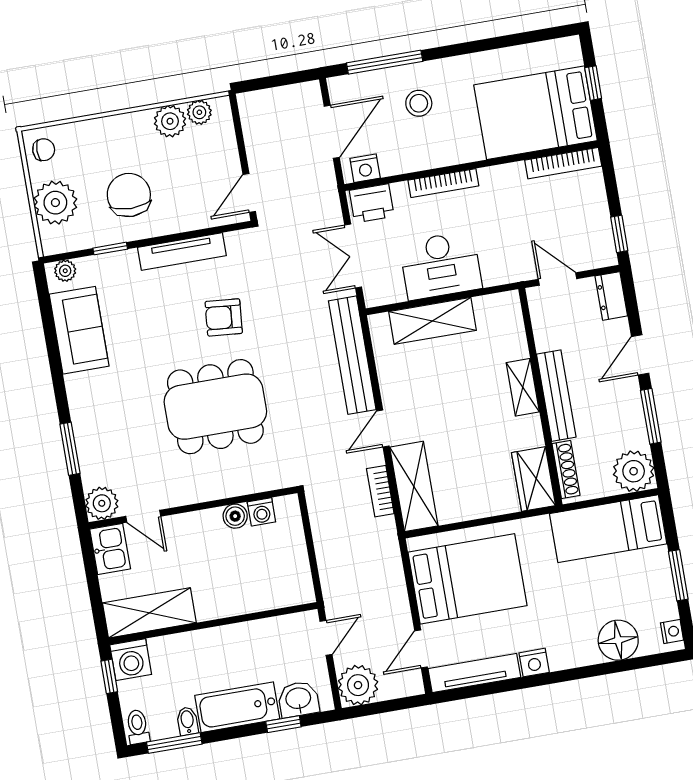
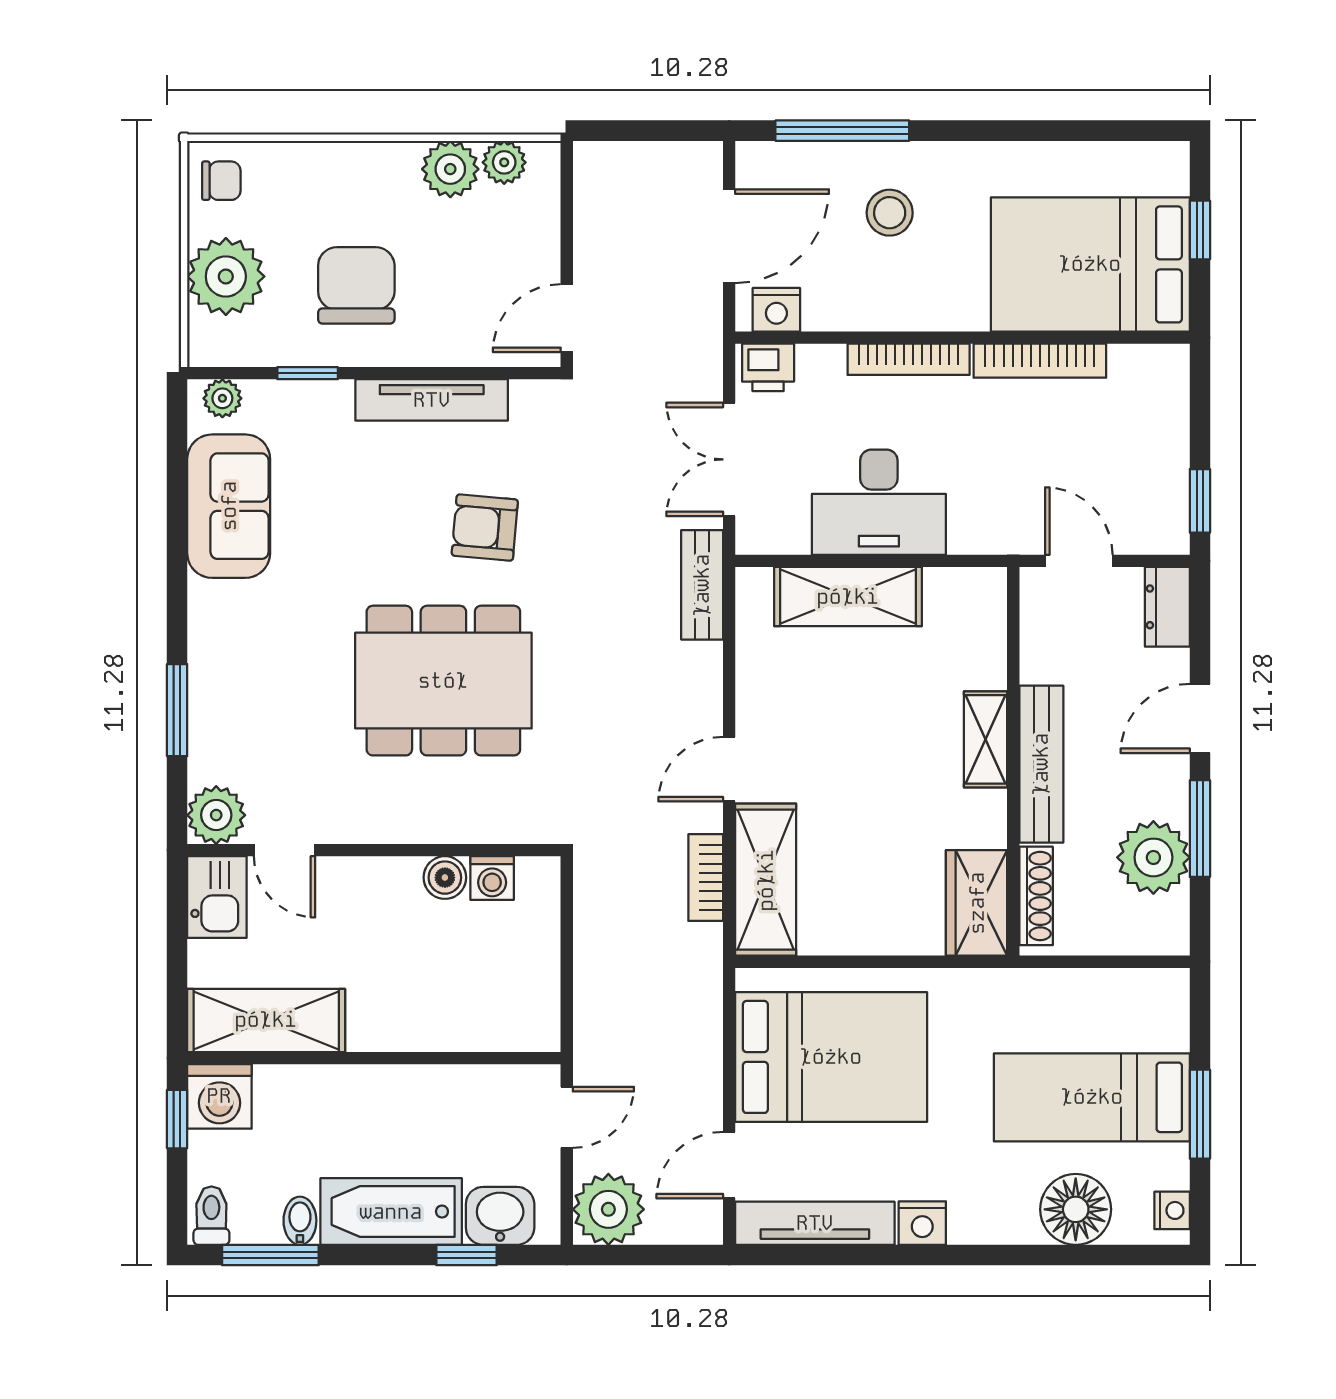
bookcase: (563, 163) -> (1040, 361), moved
printer: (372, 203) -> (768, 367), width x0.73, depth x0.81
bench: (352, 355) -> (702, 585), width x0.54, depth x0.82
plant: (634, 471) -> (1153, 857), moved
bed: (608, 529) -> (1092, 1097), moved

